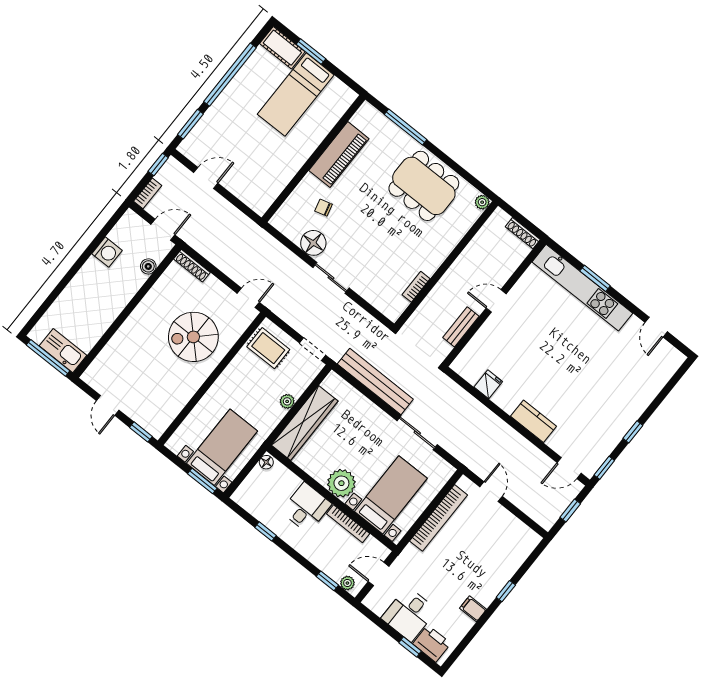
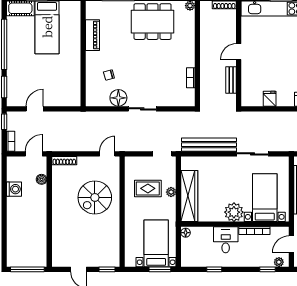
piano: (339, 155) -> (93, 35), width x0.73, depth x0.75
rug: (268, 348) -> (148, 188), moved
kitchen sink: (63, 351) -> (32, 259), removed

